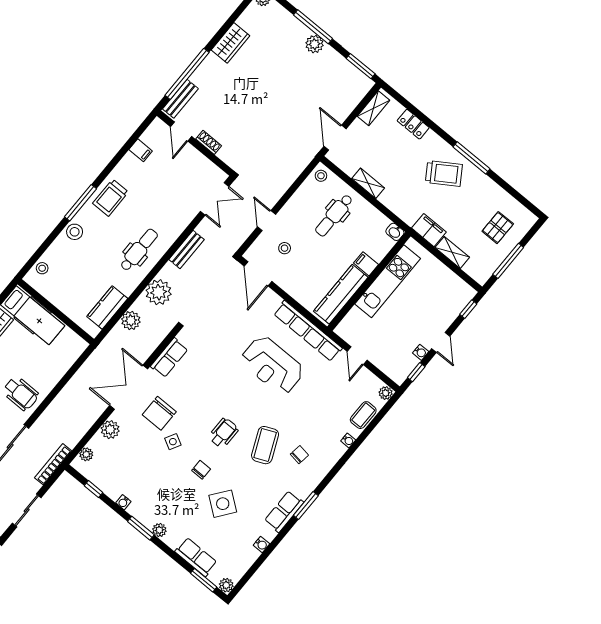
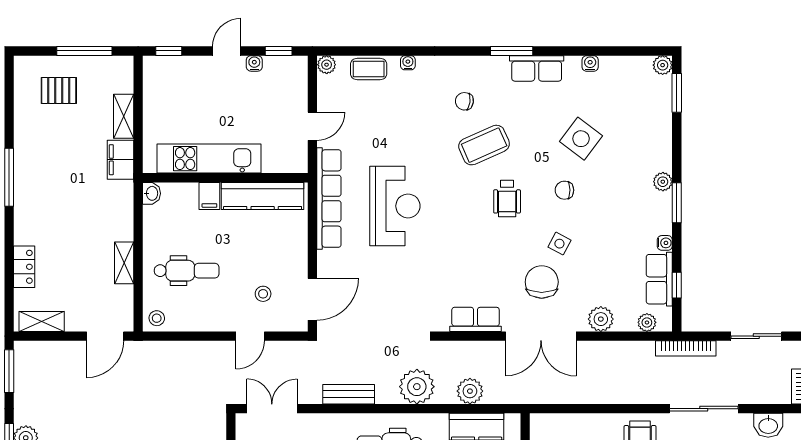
trolley: (444, 173) -> (49, 193), removed
chair: (159, 413) -> (542, 282), turned -90
wheelchair: (224, 433) -> (507, 198), turned -90
row of seats: (196, 557) -> (659, 279), moved

